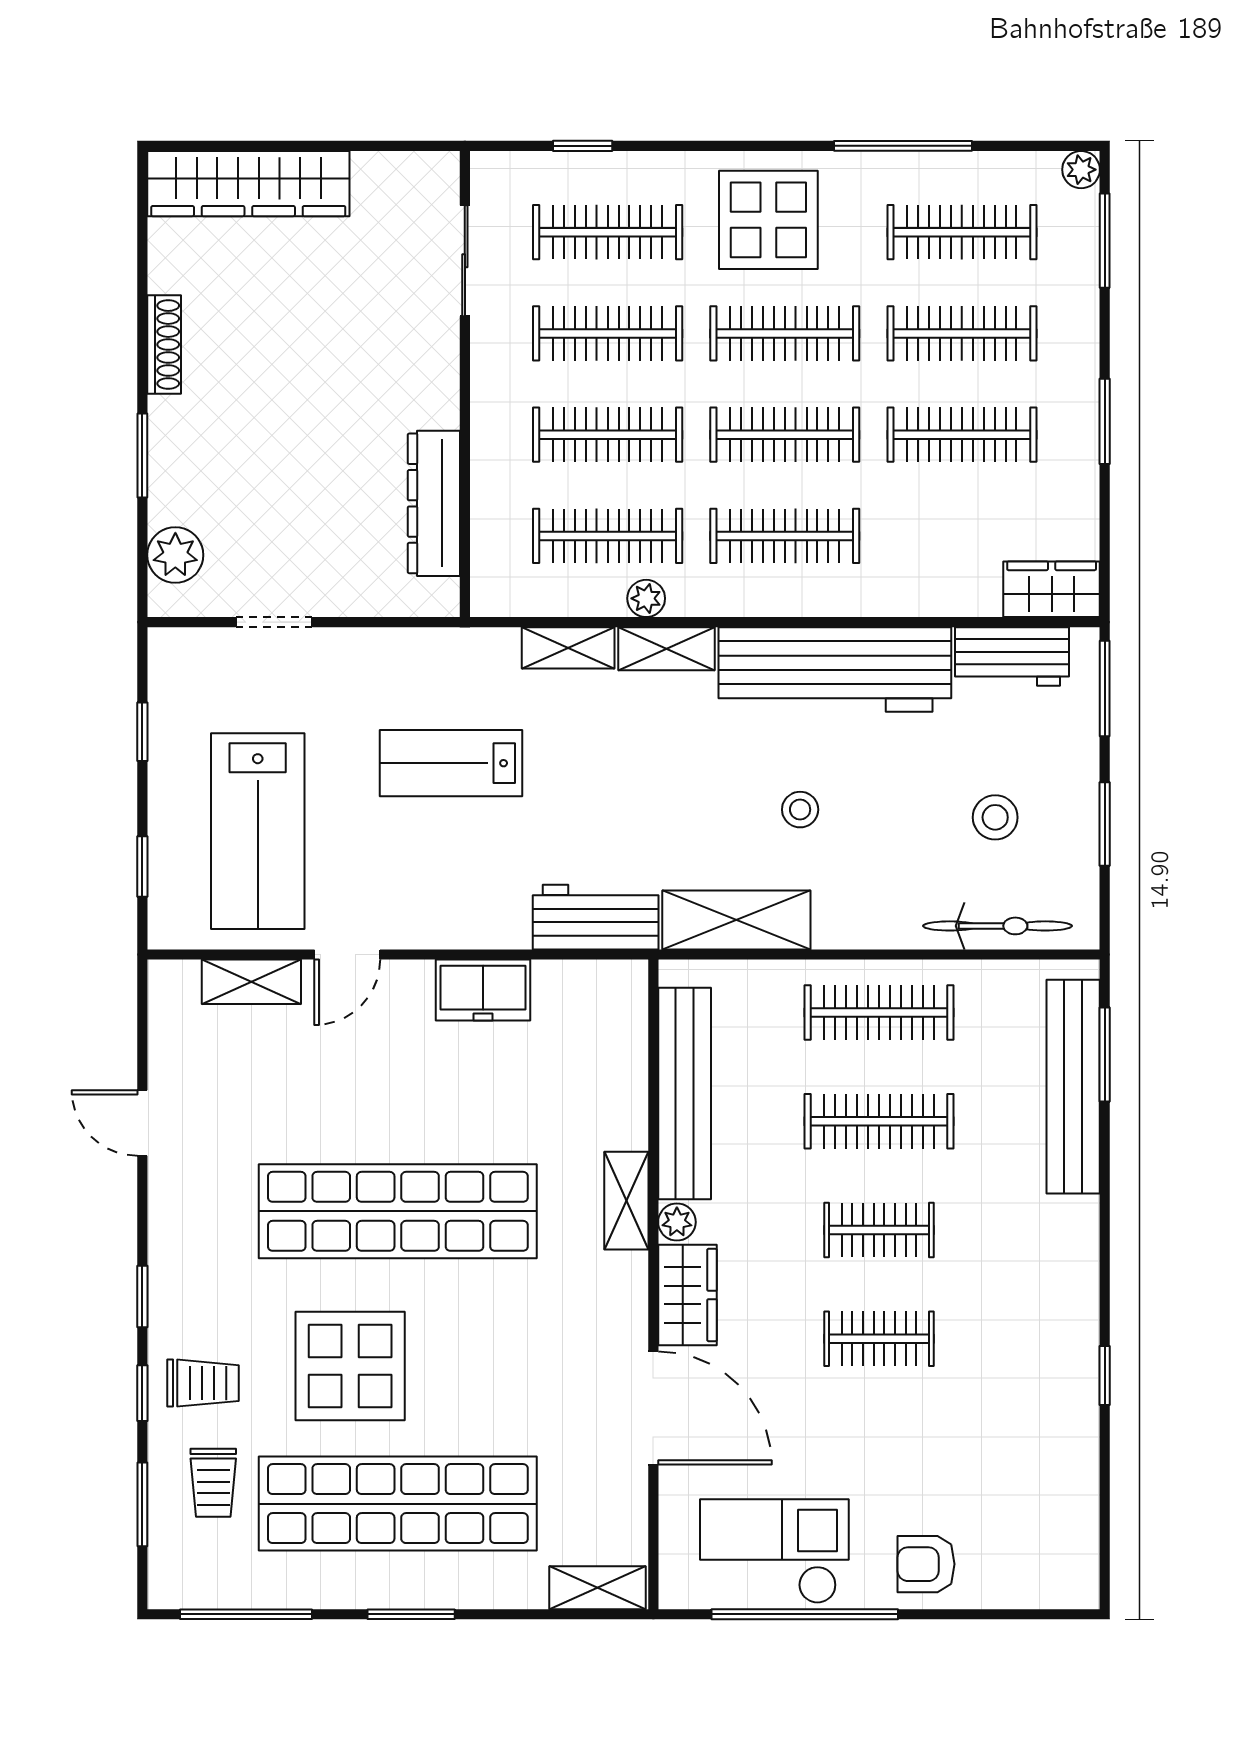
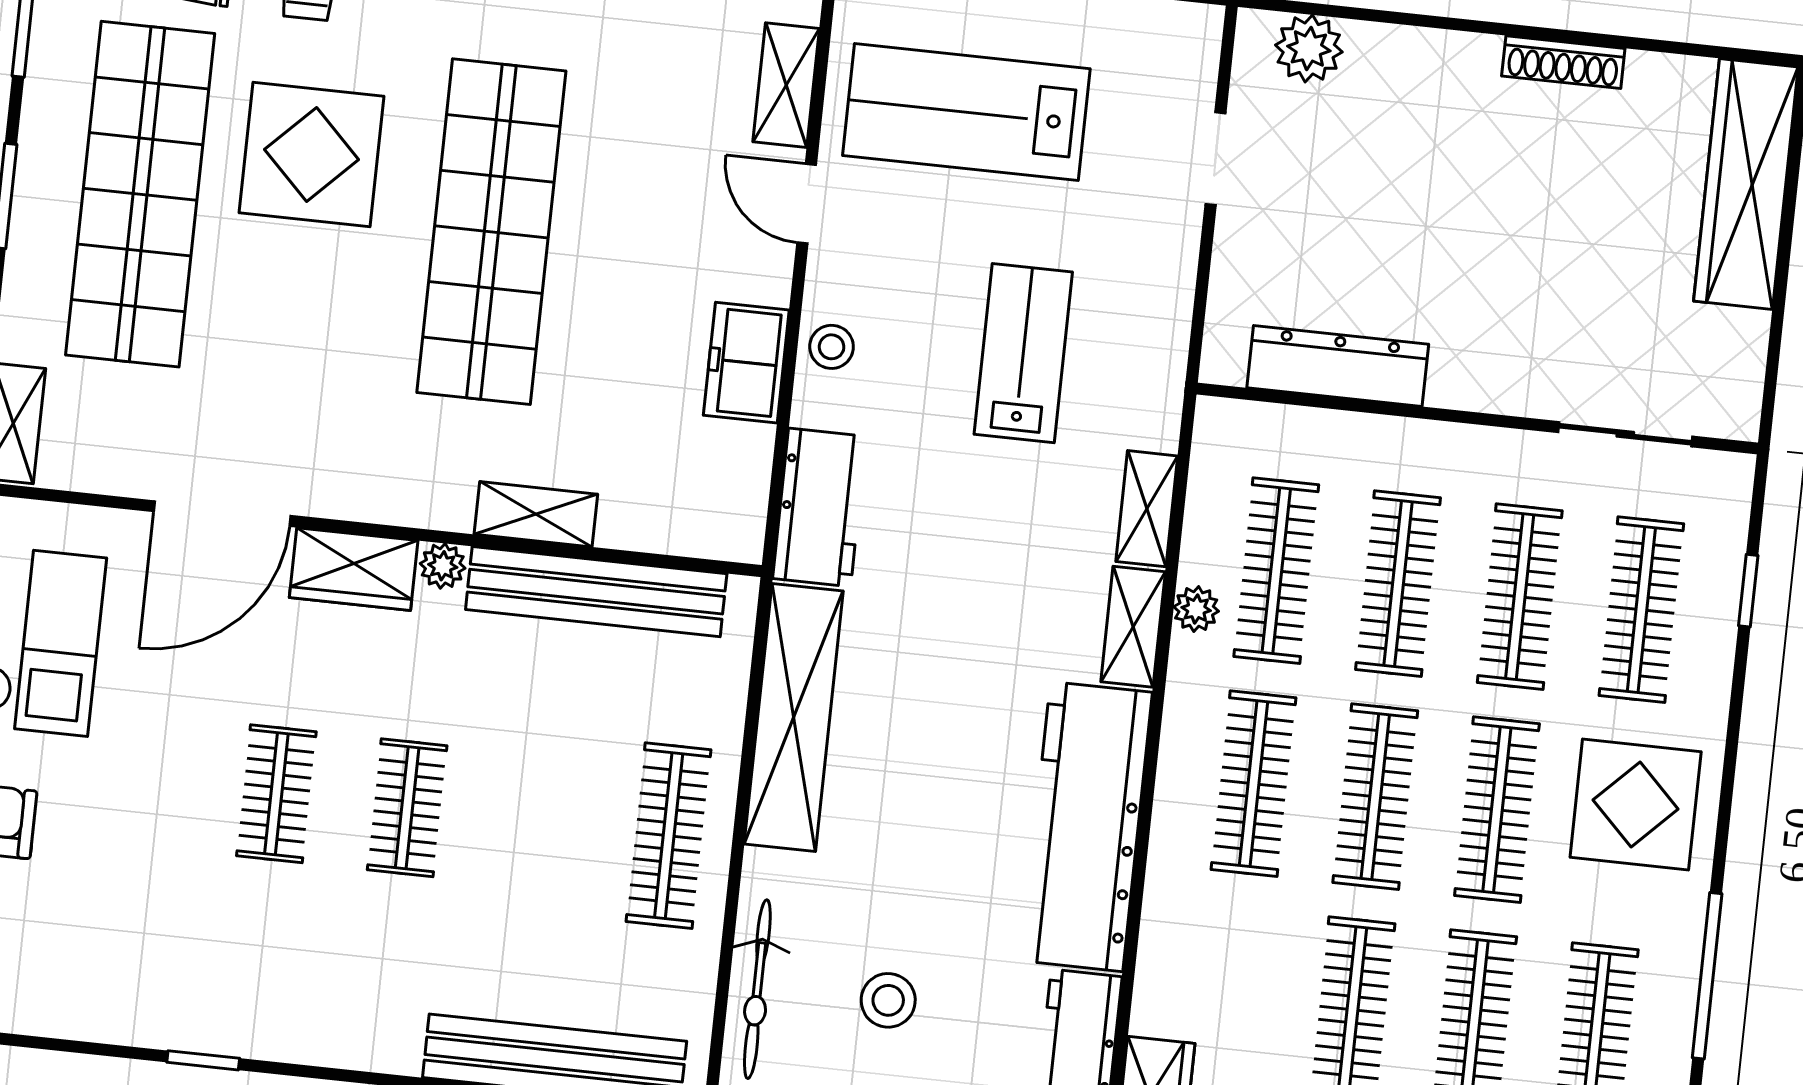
window: (142, 456) -> (1433, 22), removed
stool: (800, 810) -> (832, 347), moved
shelving: (736, 920) -> (794, 718), width x1.47
clothes rail: (879, 1121) -> (538, 822), removed
shelving: (626, 1201) -> (536, 514), moved

